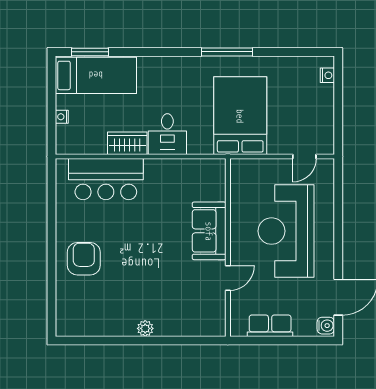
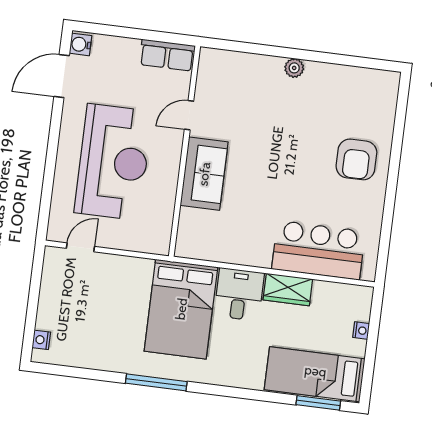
bed: (240, 116) -> (181, 309), moved
row of seats: (270, 326) -> (167, 55), moved

